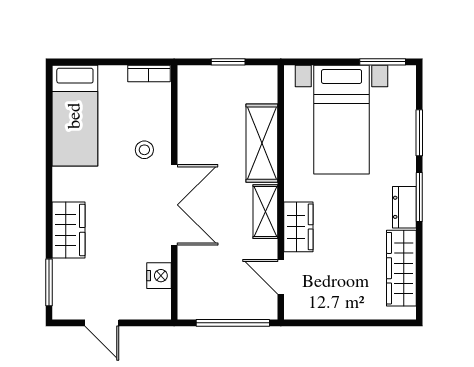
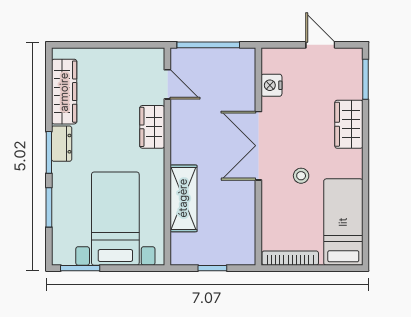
bookcase: (149, 73) -> (290, 258), width x1.56
stool: (144, 150) -> (301, 176), moved
shelving: (265, 212) -> (180, 140), removed

